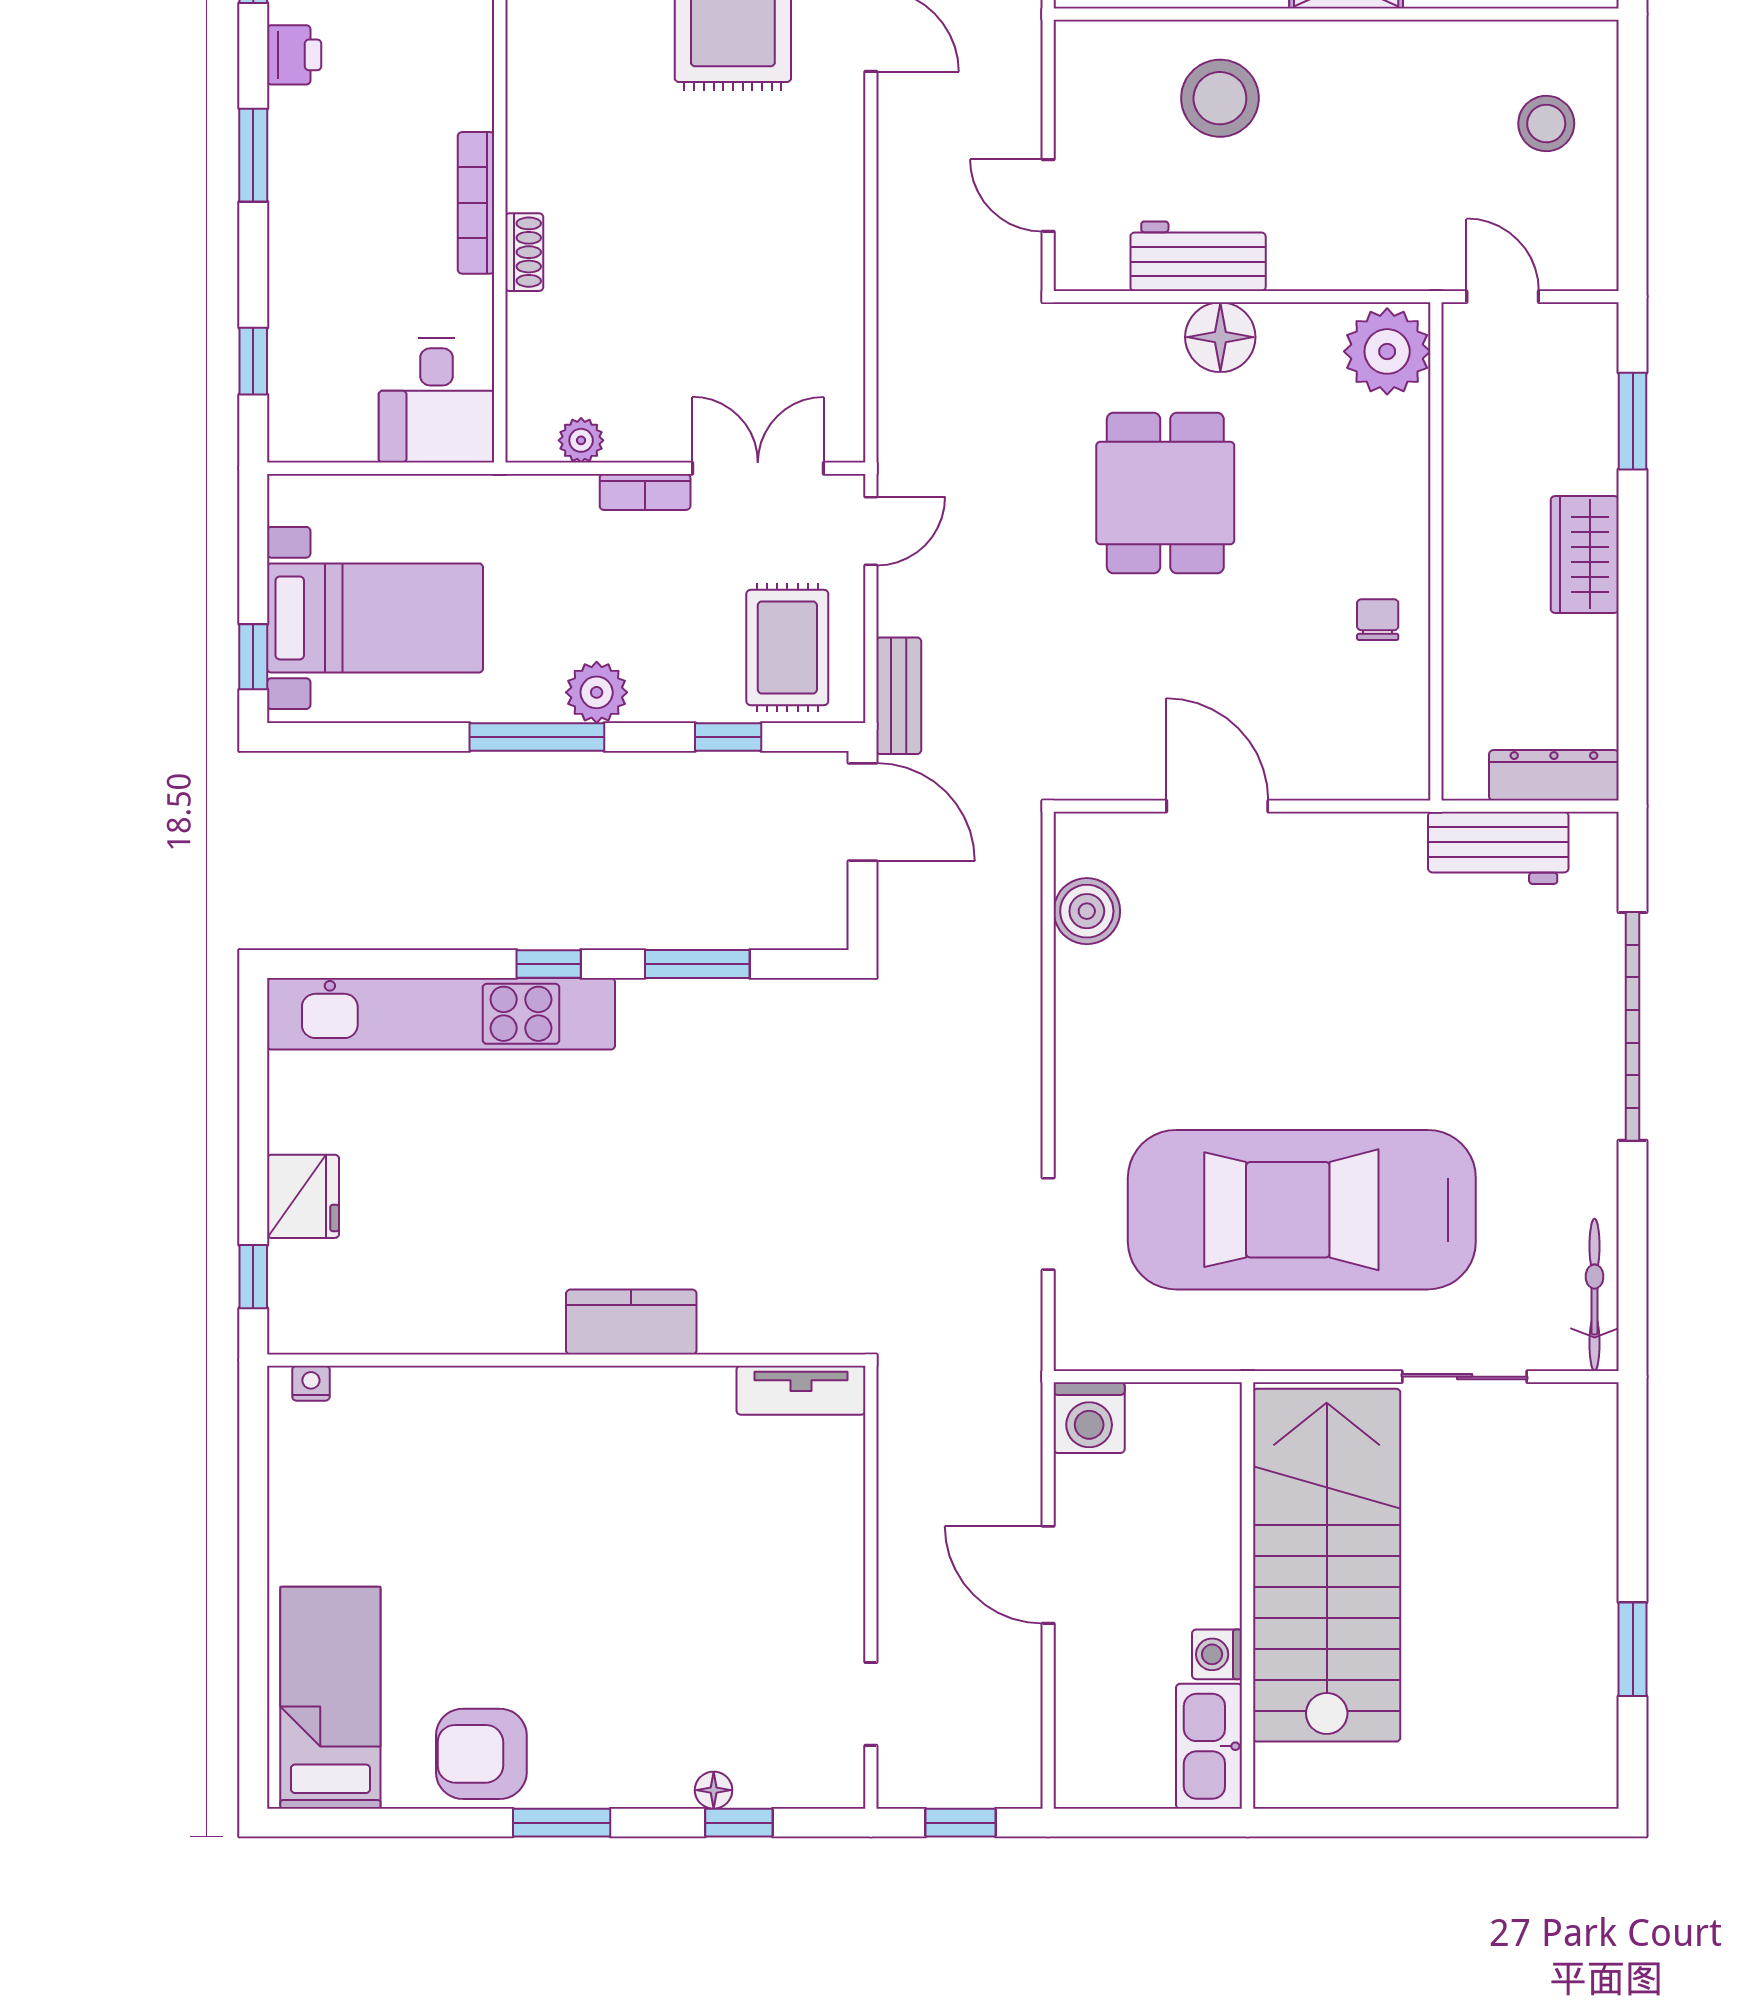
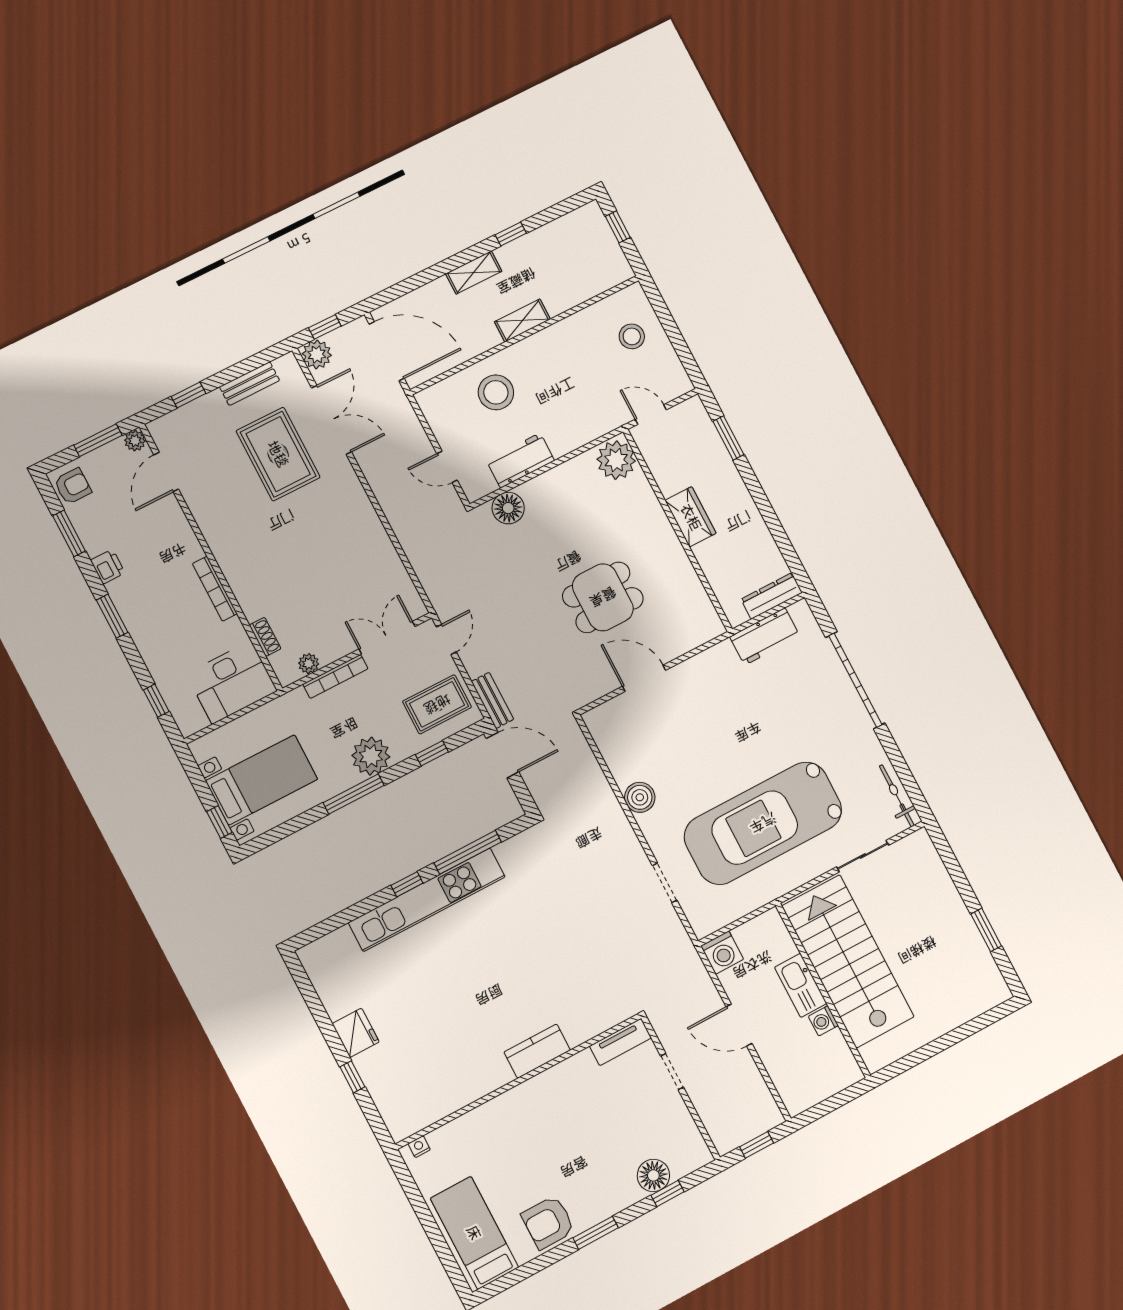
shoe rack: (524, 252) -> (265, 637), moved
floor lamp: (1220, 337) -> (508, 508), moved
desk: (436, 400) -> (232, 682), width x1.37
bookcase: (645, 492) -> (335, 676), width x1.56
dining table: (1165, 493) -> (603, 597), moved, turned 90
wardrobe: (1585, 554) -> (691, 517), moved, turned 180
chair: (1378, 620) -> (669, 570), removed
rug: (787, 648) -> (437, 704), turned 90
plant: (597, 692) -> (371, 756), width x1.36, depth x1.36
boiler: (1087, 911) -> (640, 797), moved
window: (697, 964) -> (468, 852), width x1.44
kitchen unit: (441, 1014) -> (427, 900), moved
kitchen counter: (631, 1322) -> (537, 1051), moved
wall: (566, 1360) -> (519, 1081), moved
nightstand: (311, 1383) -> (419, 1147), moved
tv unit: (801, 1390) -> (620, 1042), moved
doorway: (871, 1704) -> (672, 1072), moved
kitchen sink: (1209, 1746) -> (801, 985), moved
floor lamp: (714, 1790) -> (653, 1175), width x1.89, depth x1.89

